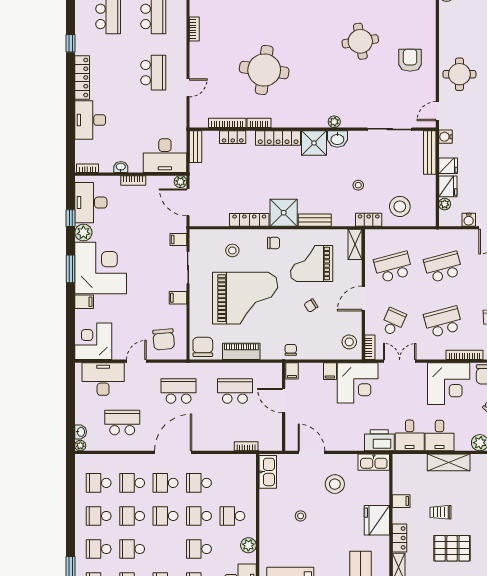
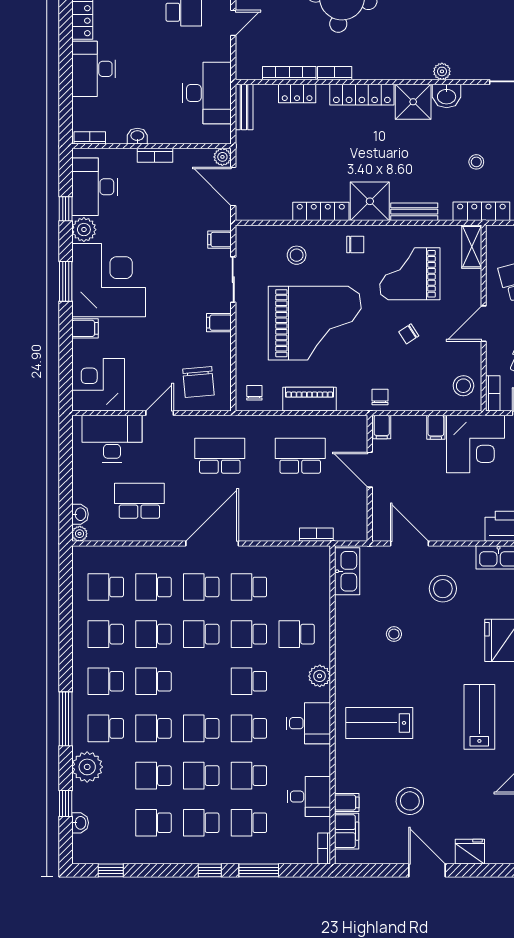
desk: (165, 156) -> (207, 93), moved, turned -90
locker: (369, 220) -> (481, 211), width x1.53
chair: (203, 347) -> (254, 393), width x0.54, depth x0.54

